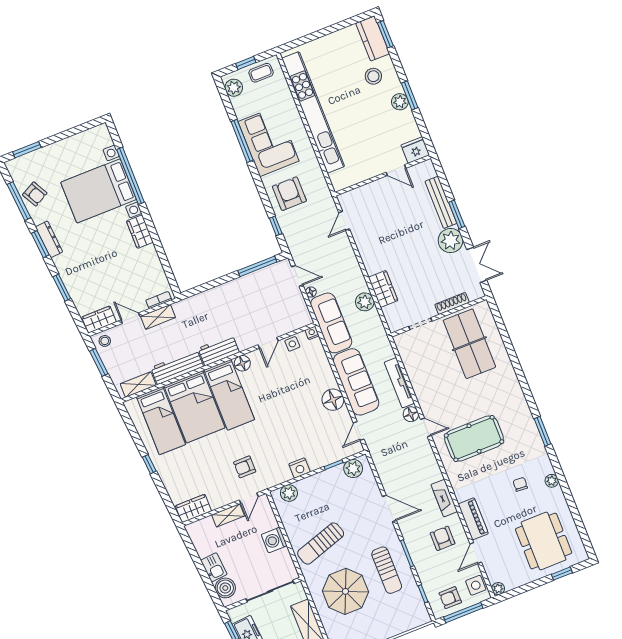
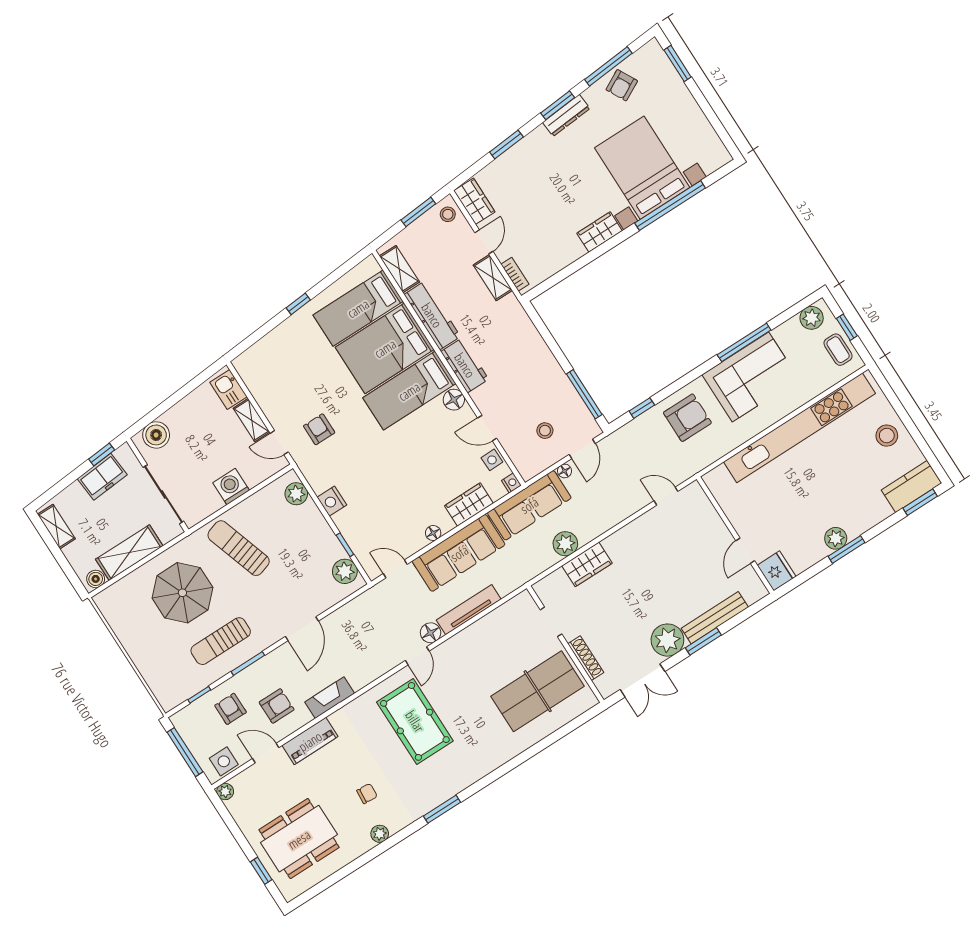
stool: (373, 76) -> (887, 436), moved
stool: (278, 301) -> (545, 431), added
floor lamp: (333, 400) -> (433, 533), width x0.53, depth x0.53
wardrobe: (193, 508) -> (469, 504), moved, turned -90
kitchen sink: (214, 567) -> (229, 389), moved, turned 95
armchair: (450, 598) -> (230, 709), moved

